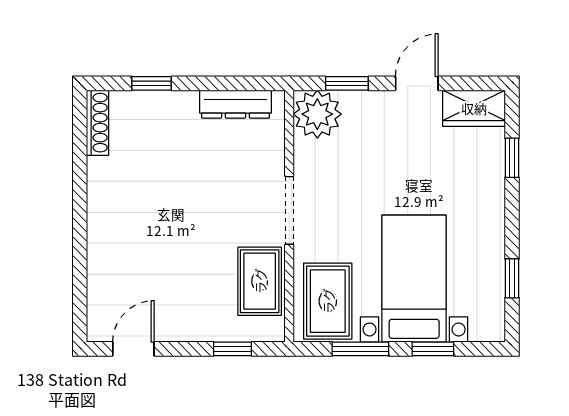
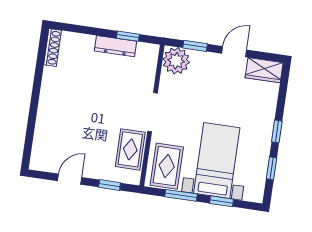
window: (152, 83) -> (128, 36), moved
dresser: (235, 104) -> (116, 46), moved
window: (512, 158) -> (277, 131), moved
door: (133, 349) -> (70, 179), moved

